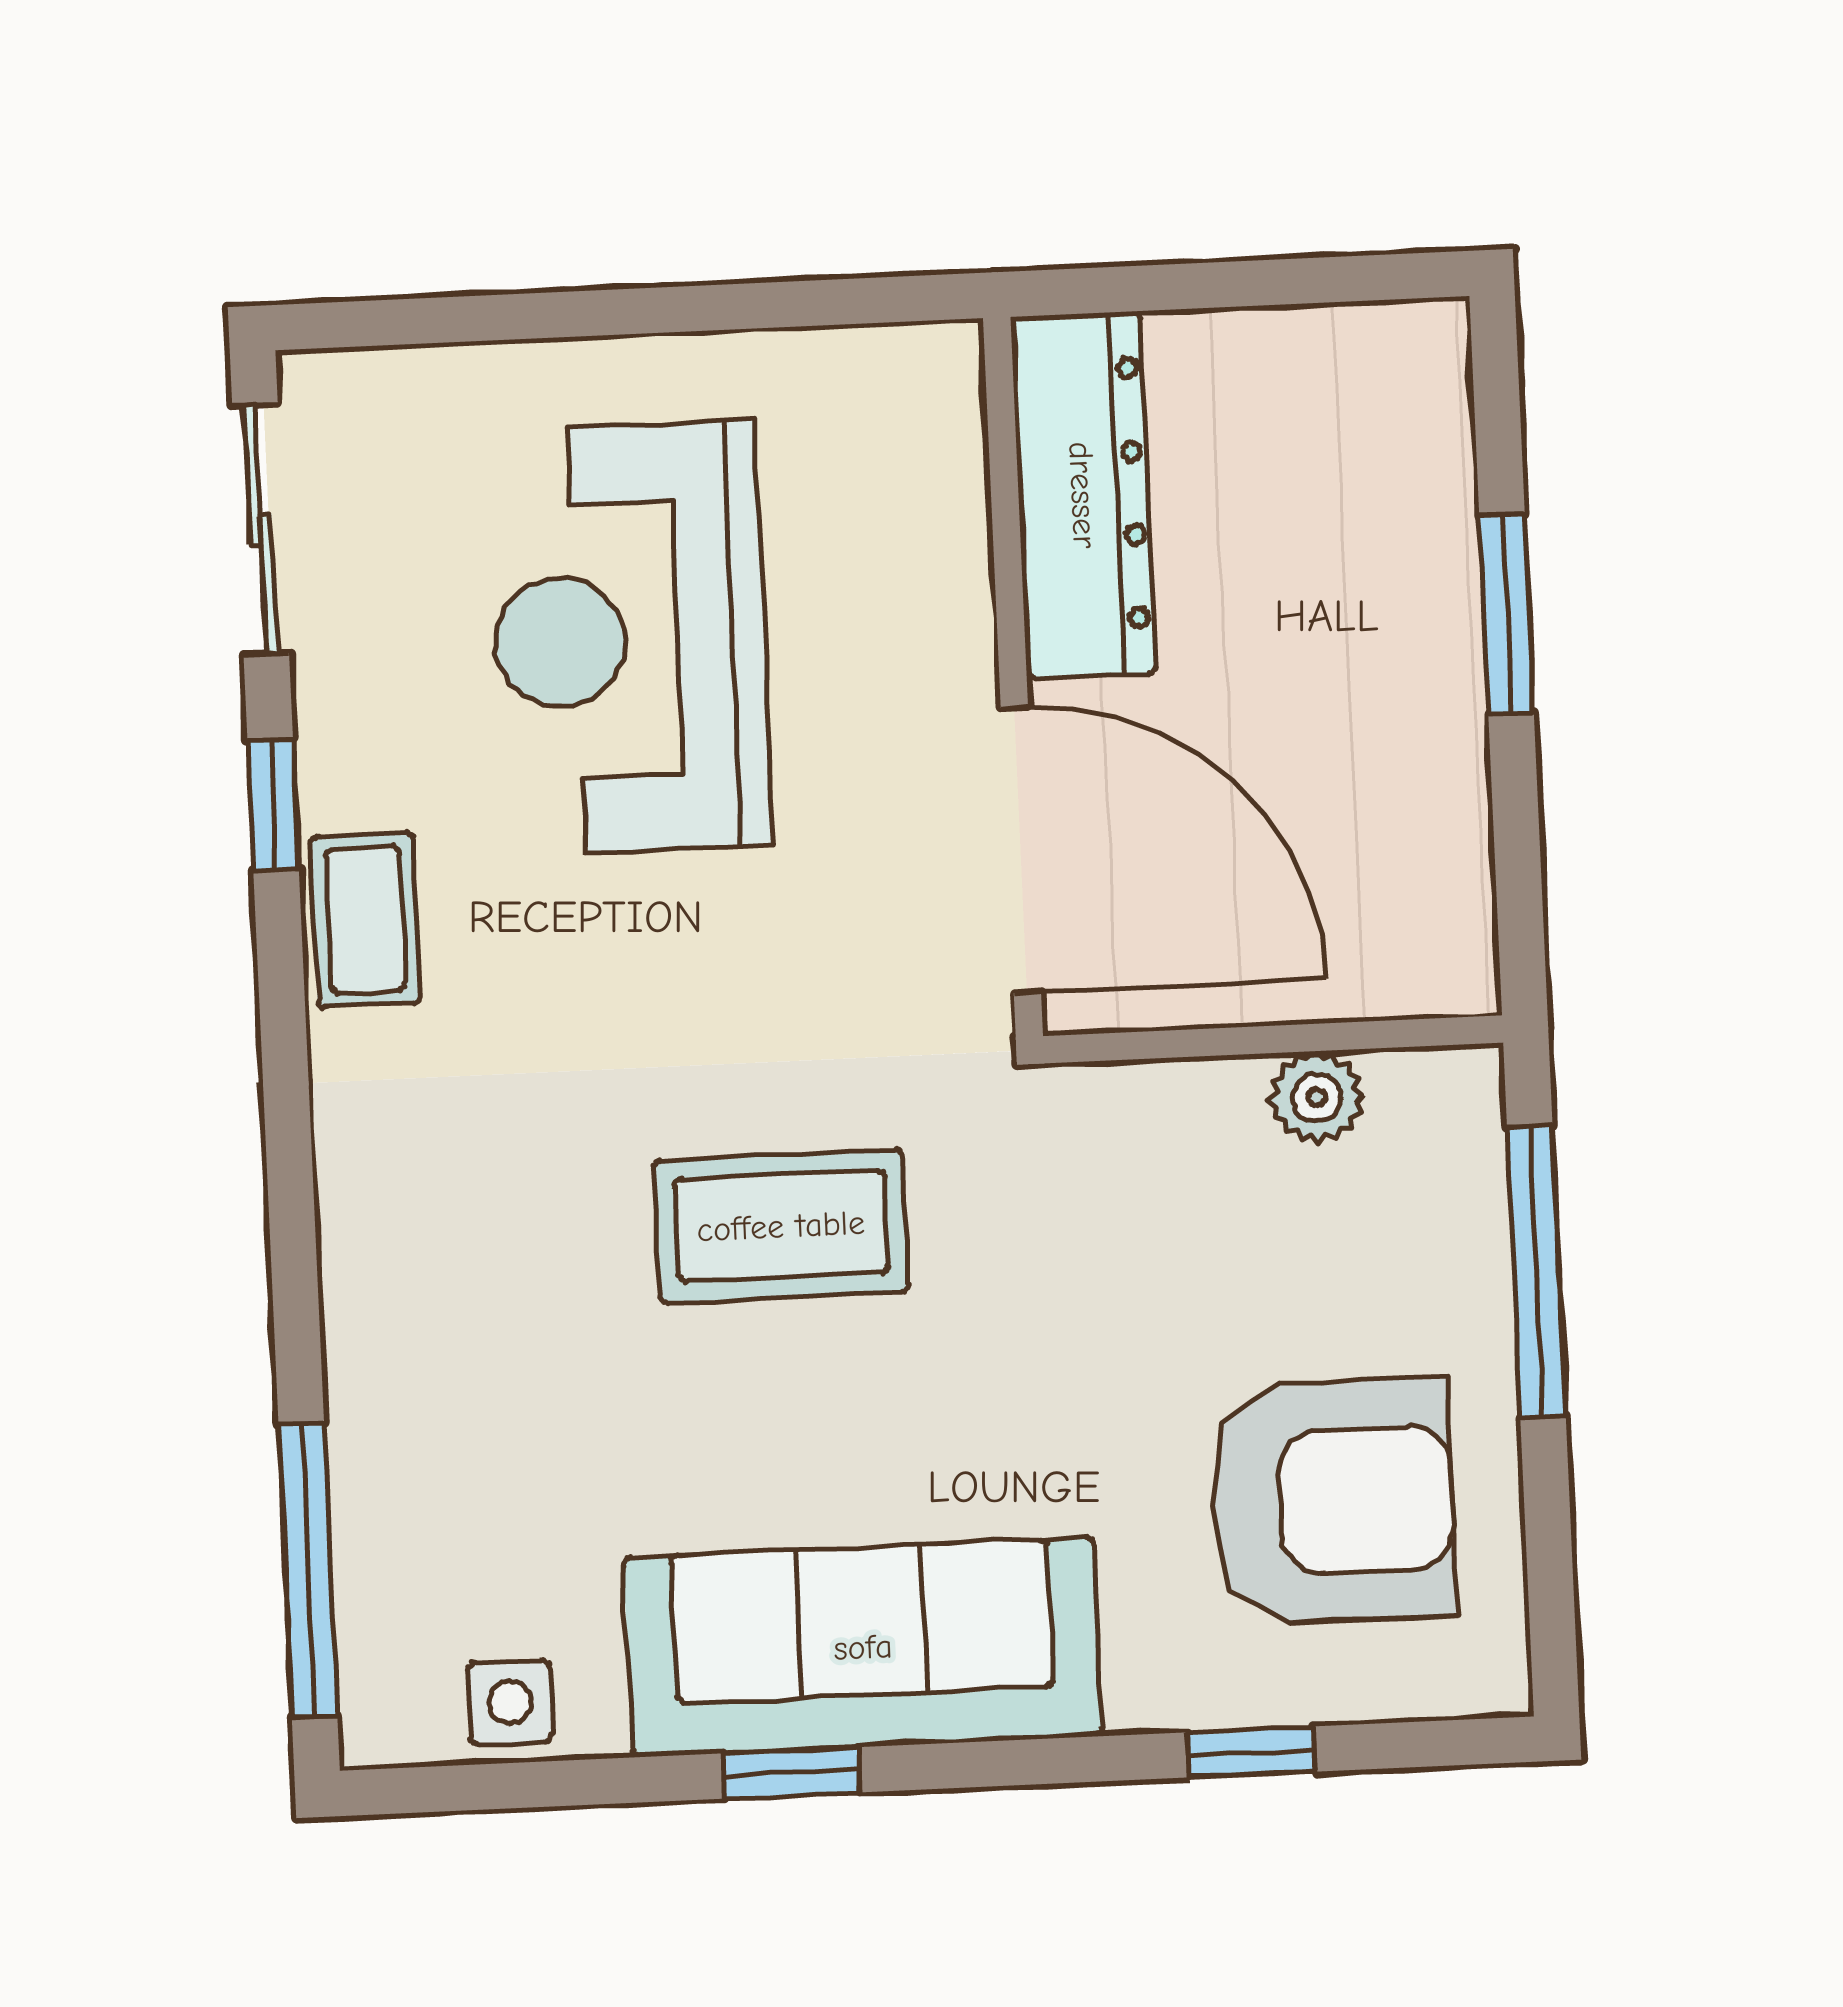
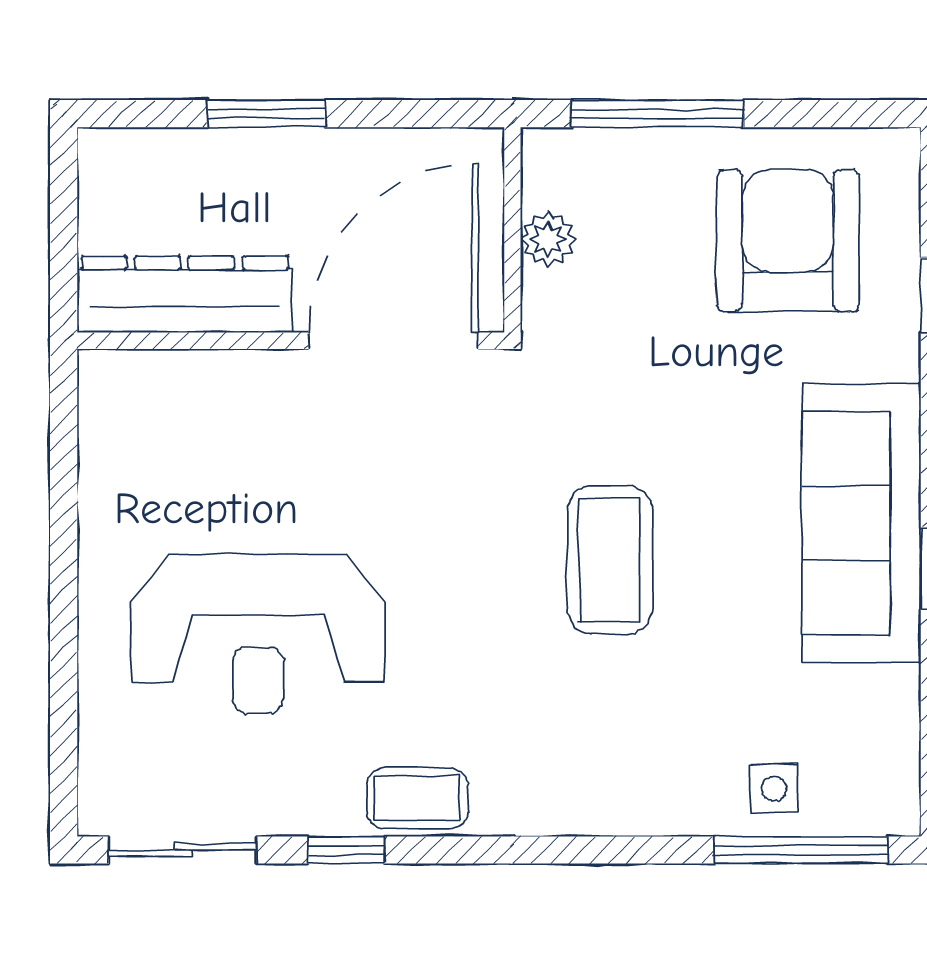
dresser: (1083, 495) -> (185, 294), moved
wall: (1013, 677) -> (291, 341), moved
door: (1021, 850) -> (393, 341), moved
side table: (510, 1702) -> (774, 789), moved

